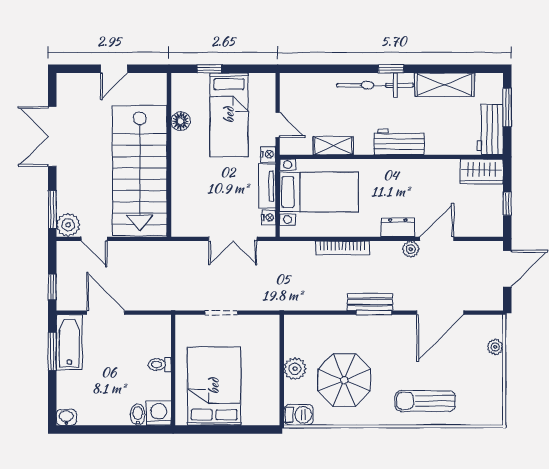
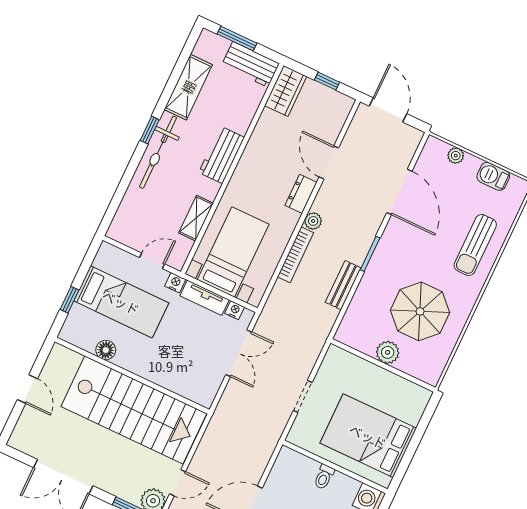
plant: (411, 249) -> (313, 221), moved
bench: (370, 302) -> (343, 285), moved
barbecue: (299, 415) -> (493, 176), moved, turned -90

